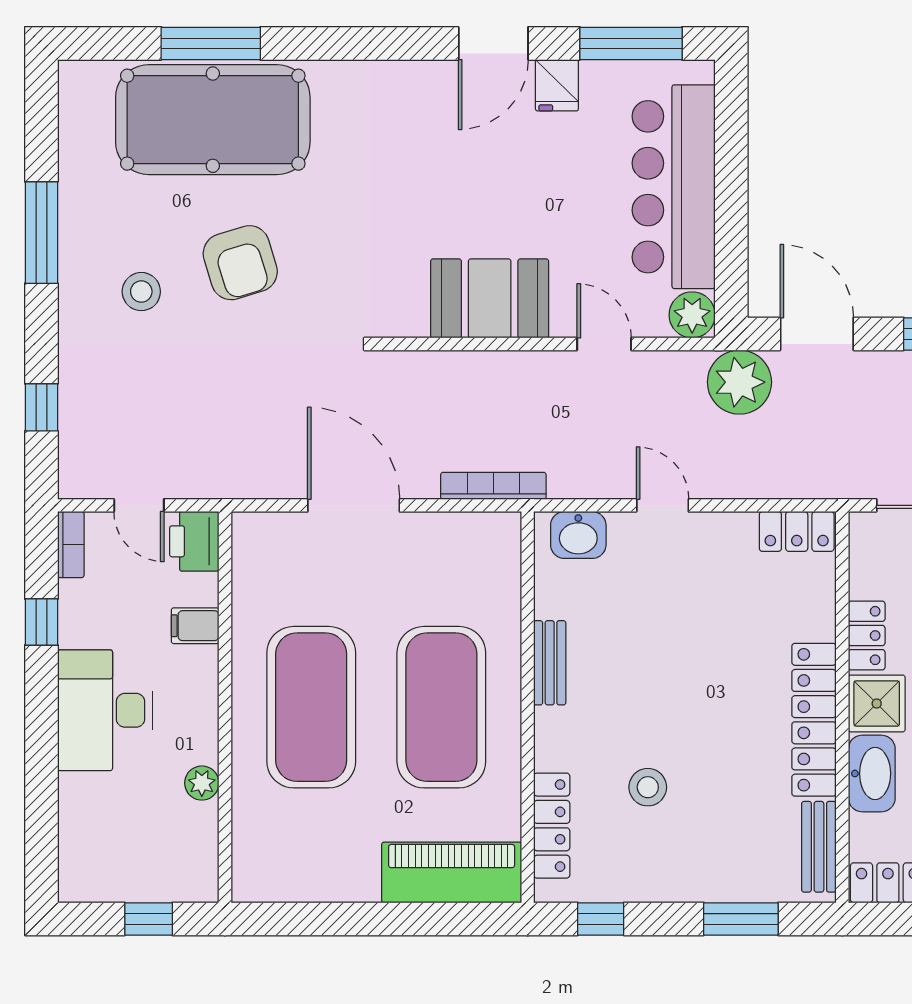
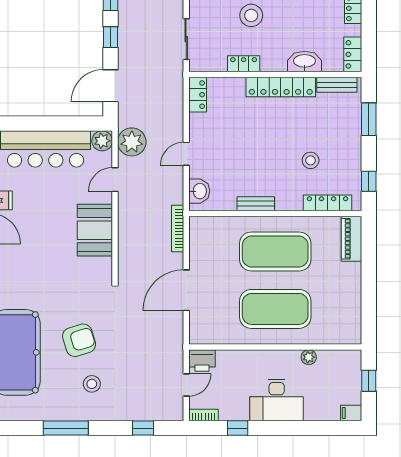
plant: (739, 382) -> (132, 142), moved
filing cabinet: (195, 626) -> (351, 413), moved, turned 90
shower: (877, 703) -> (274, 59), removed
piano: (452, 872) -> (351, 239), width x0.73, depth x0.75

